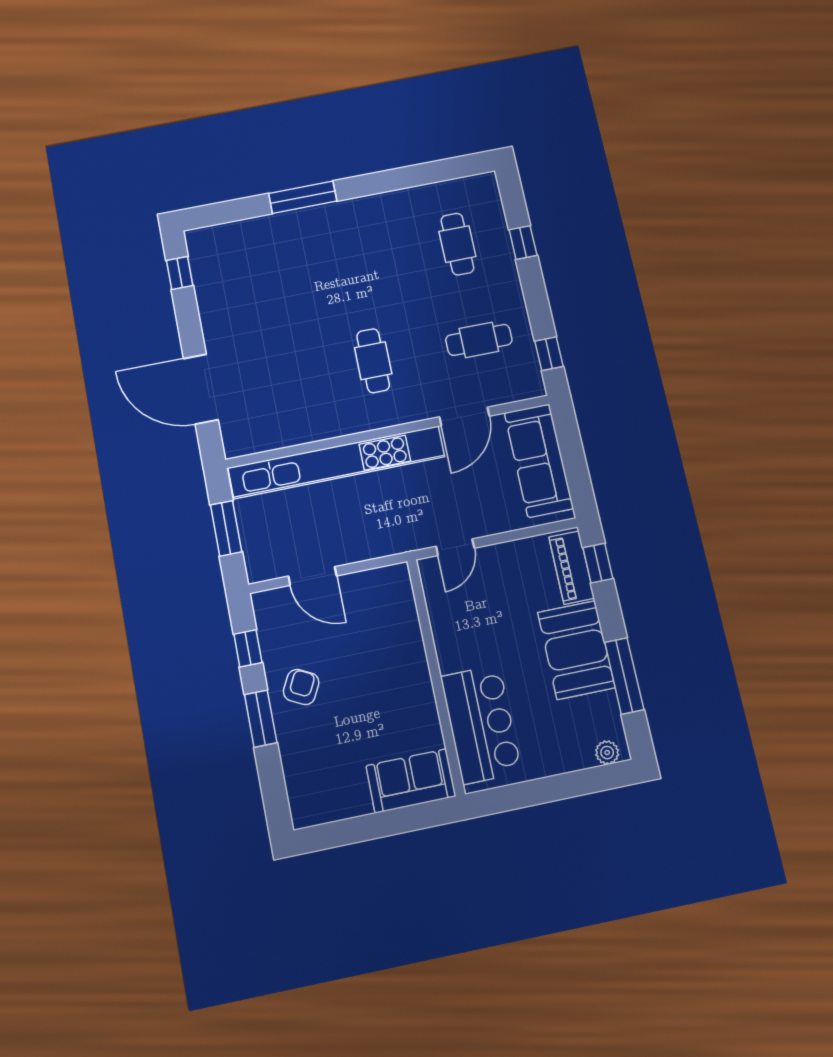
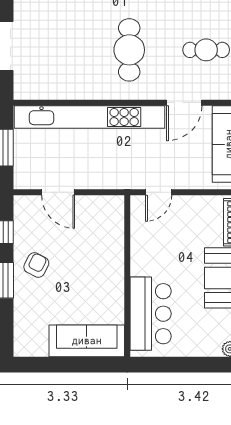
cafe table: (373, 361) -> (129, 50), width x1.37, depth x1.35
sofa: (411, 781) -> (87, 341), width x1.36

